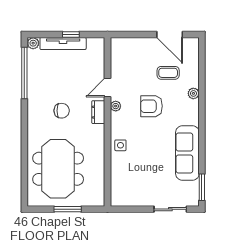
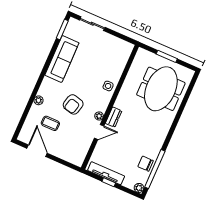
tv unit: (63, 43) -> (106, 173), moved
armchair: (151, 106) -> (73, 104), turned 104
chair: (62, 111) -> (146, 164), moved

